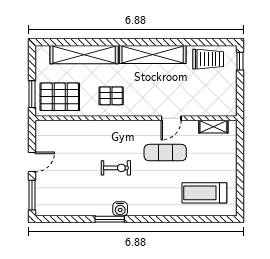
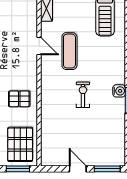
pallet: (111, 96) -> (19, 99), turned 90

